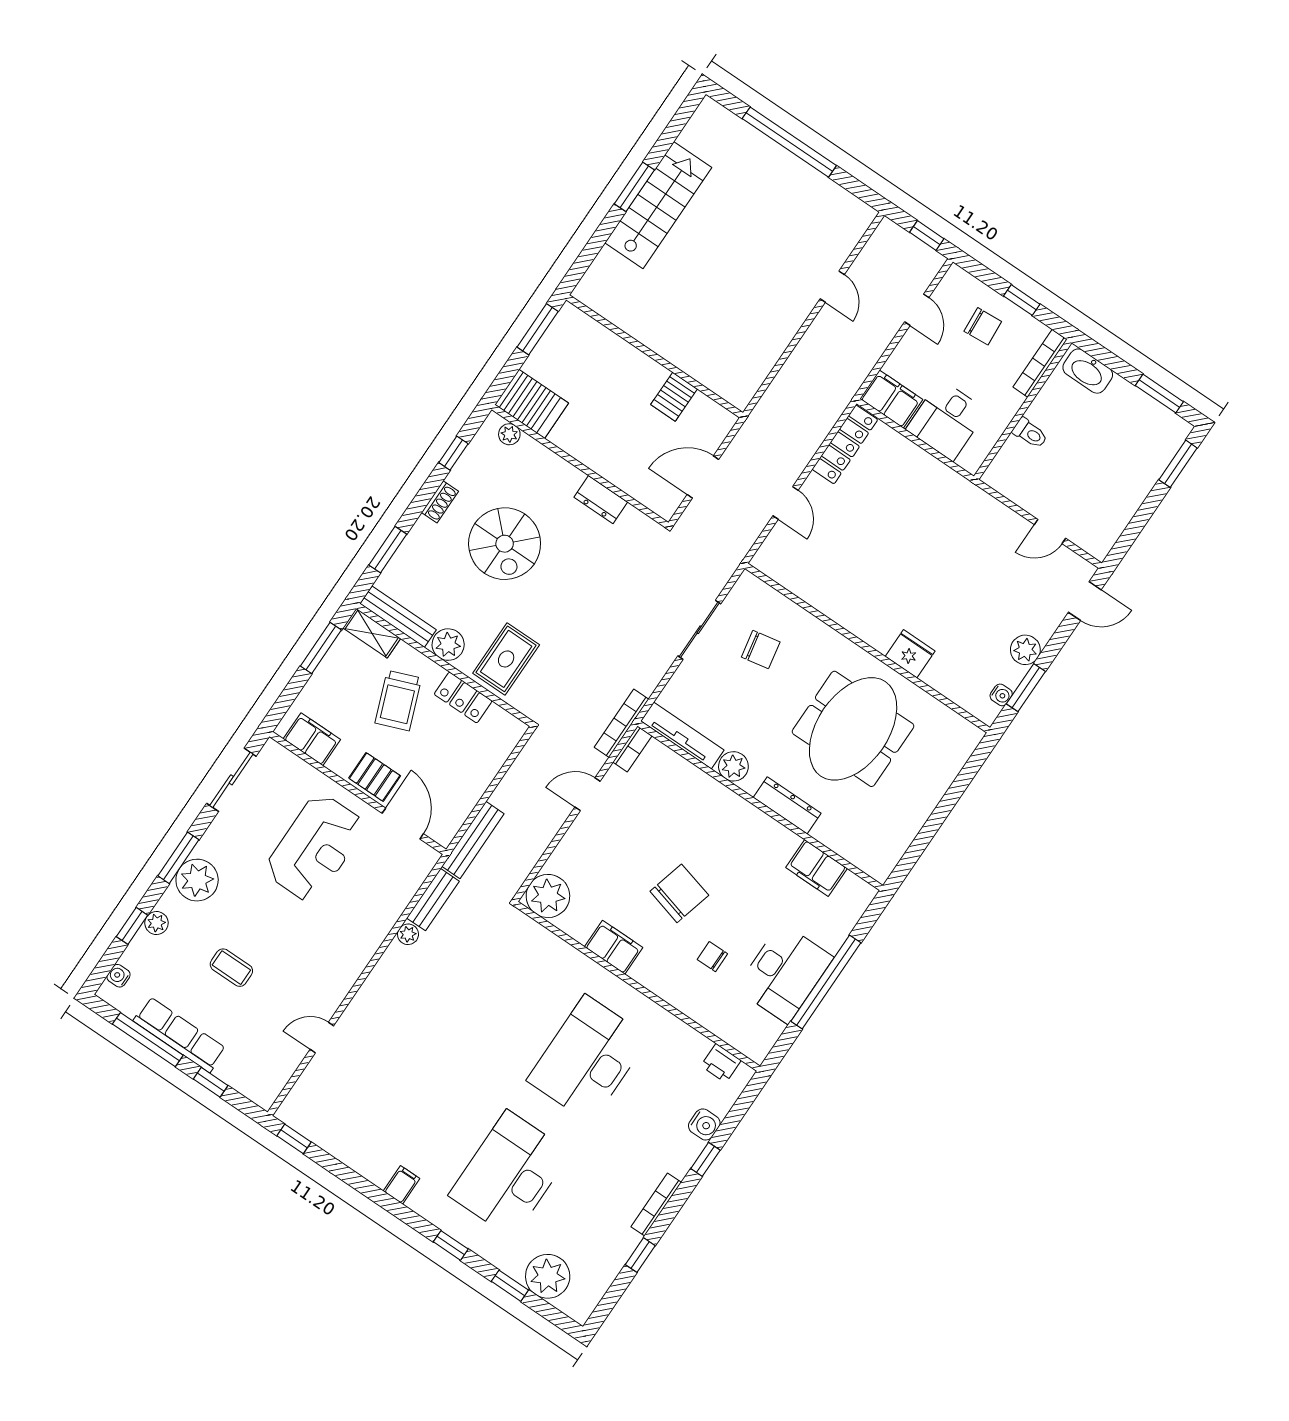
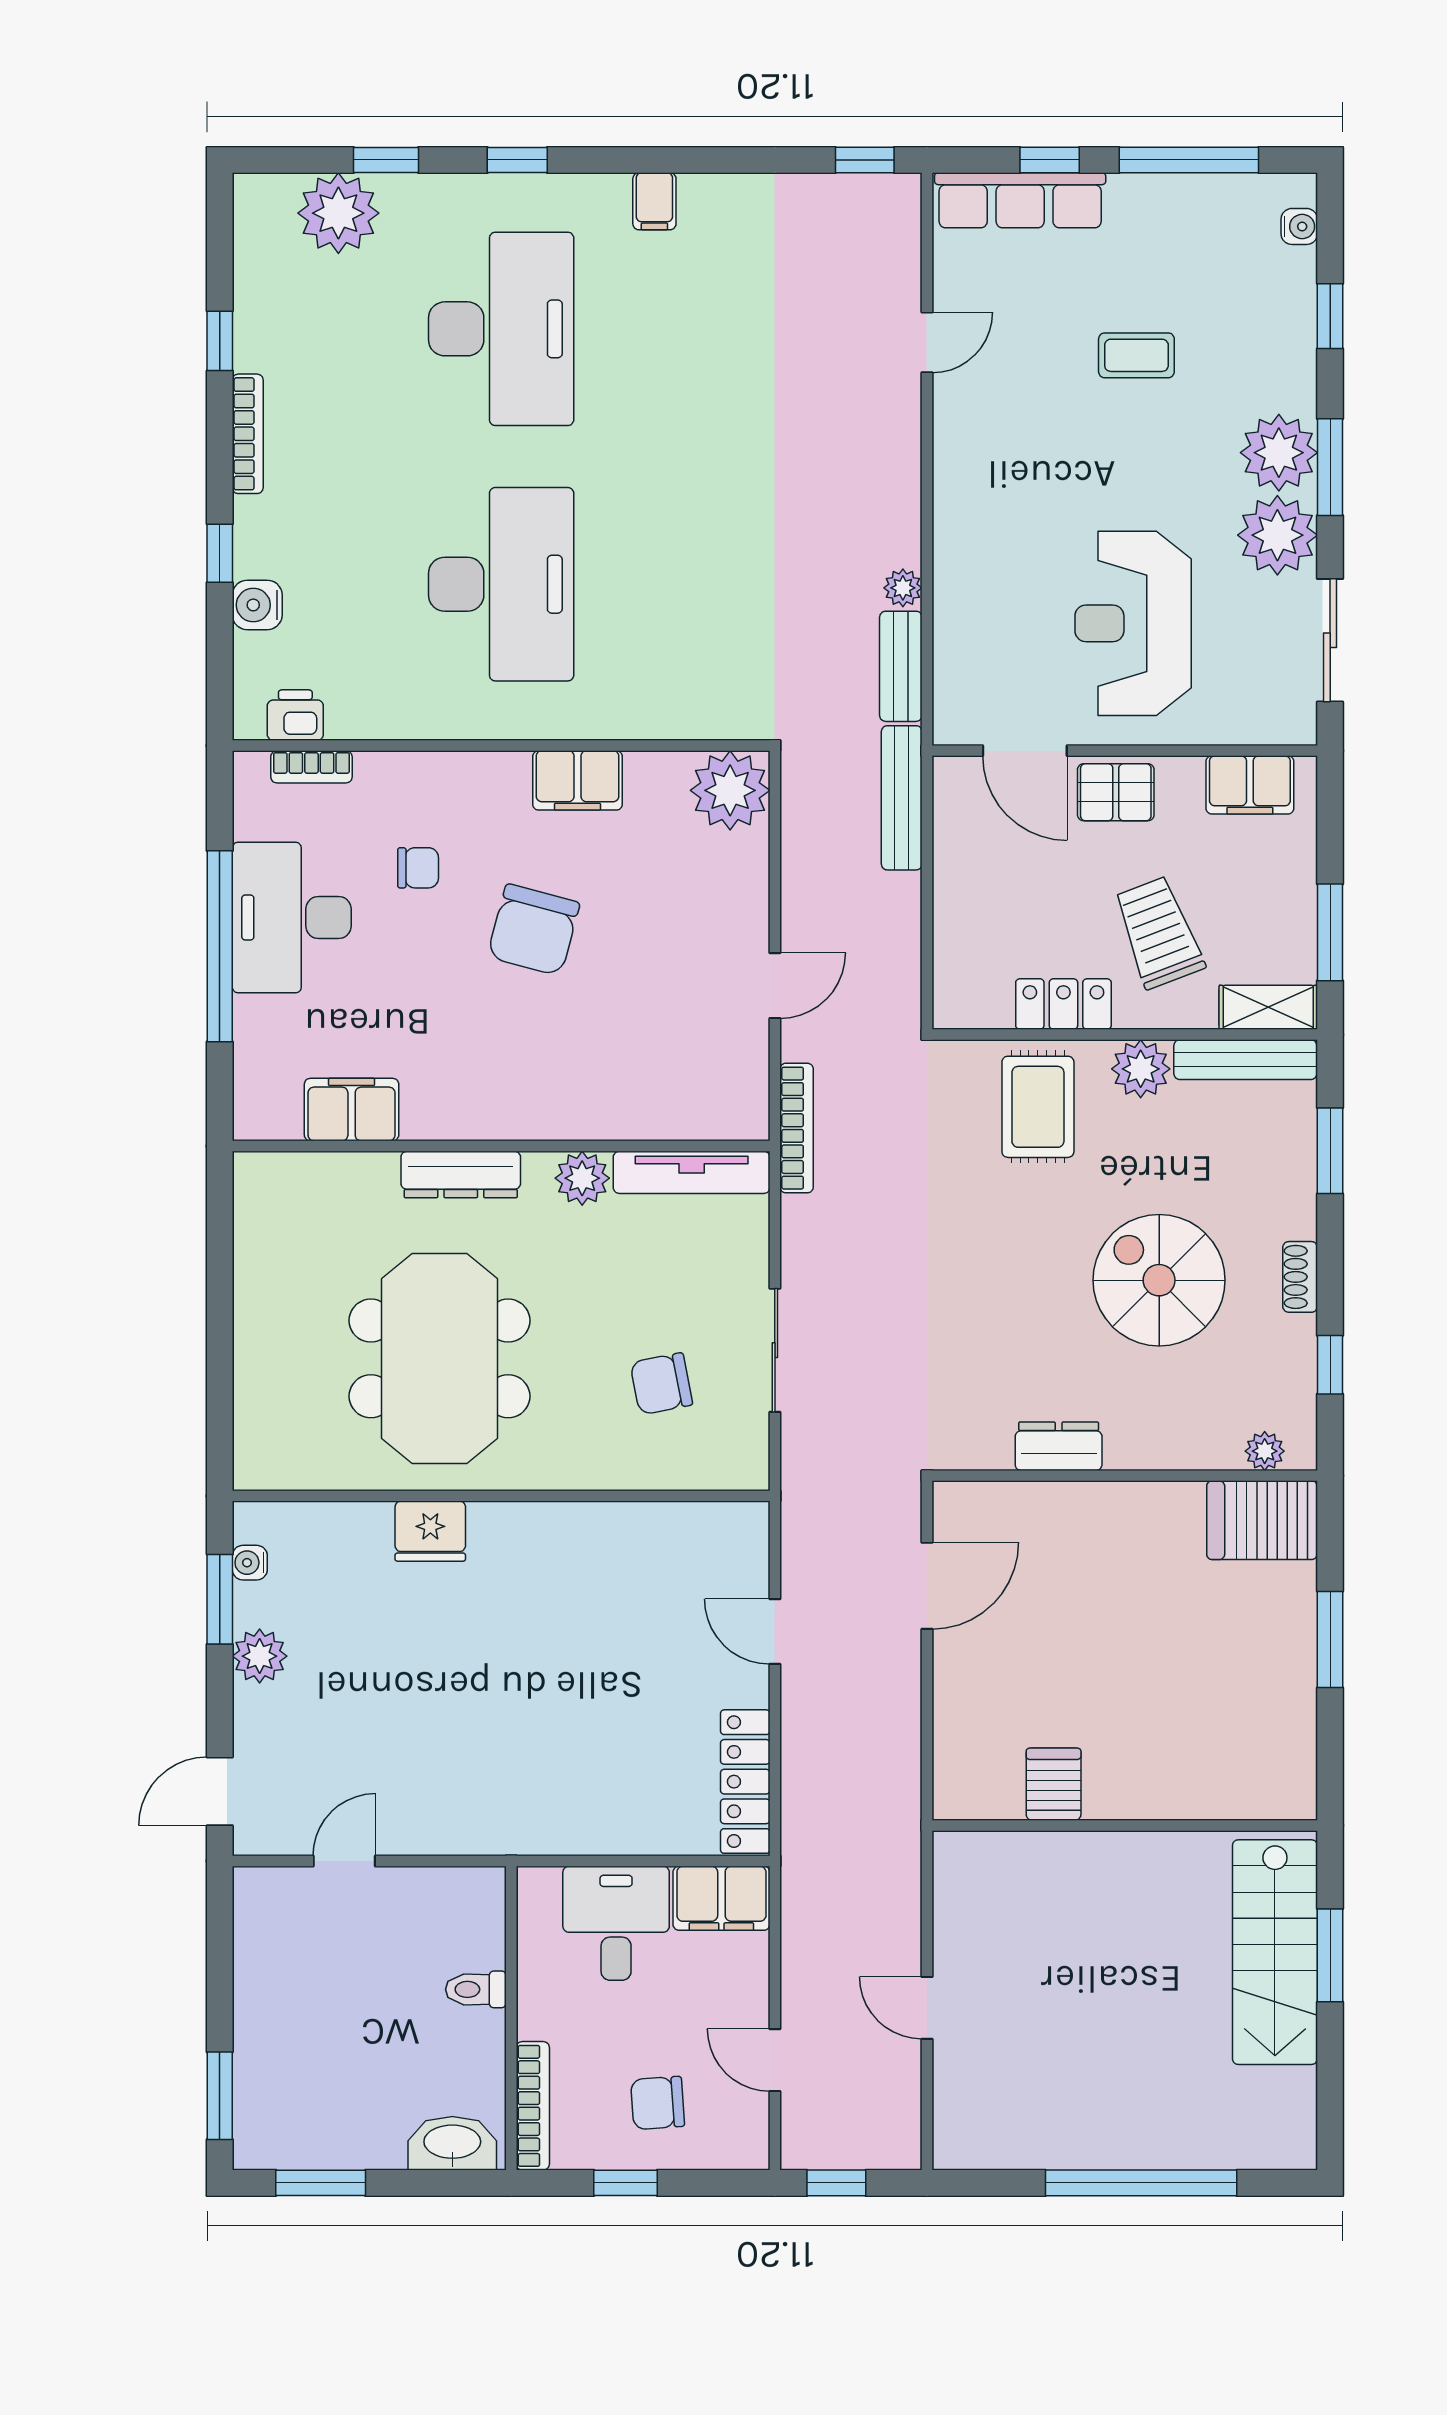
wall: (655, 356) -> (1125, 1825), moved
server rack: (674, 397) -> (1054, 1784), moved
bookcase: (632, 749) -> (311, 767), moved, turned -90
plant: (156, 923) -> (1277, 535), moved, width x1.87, depth x1.87
row of seats: (180, 1035) -> (1020, 200), moved

